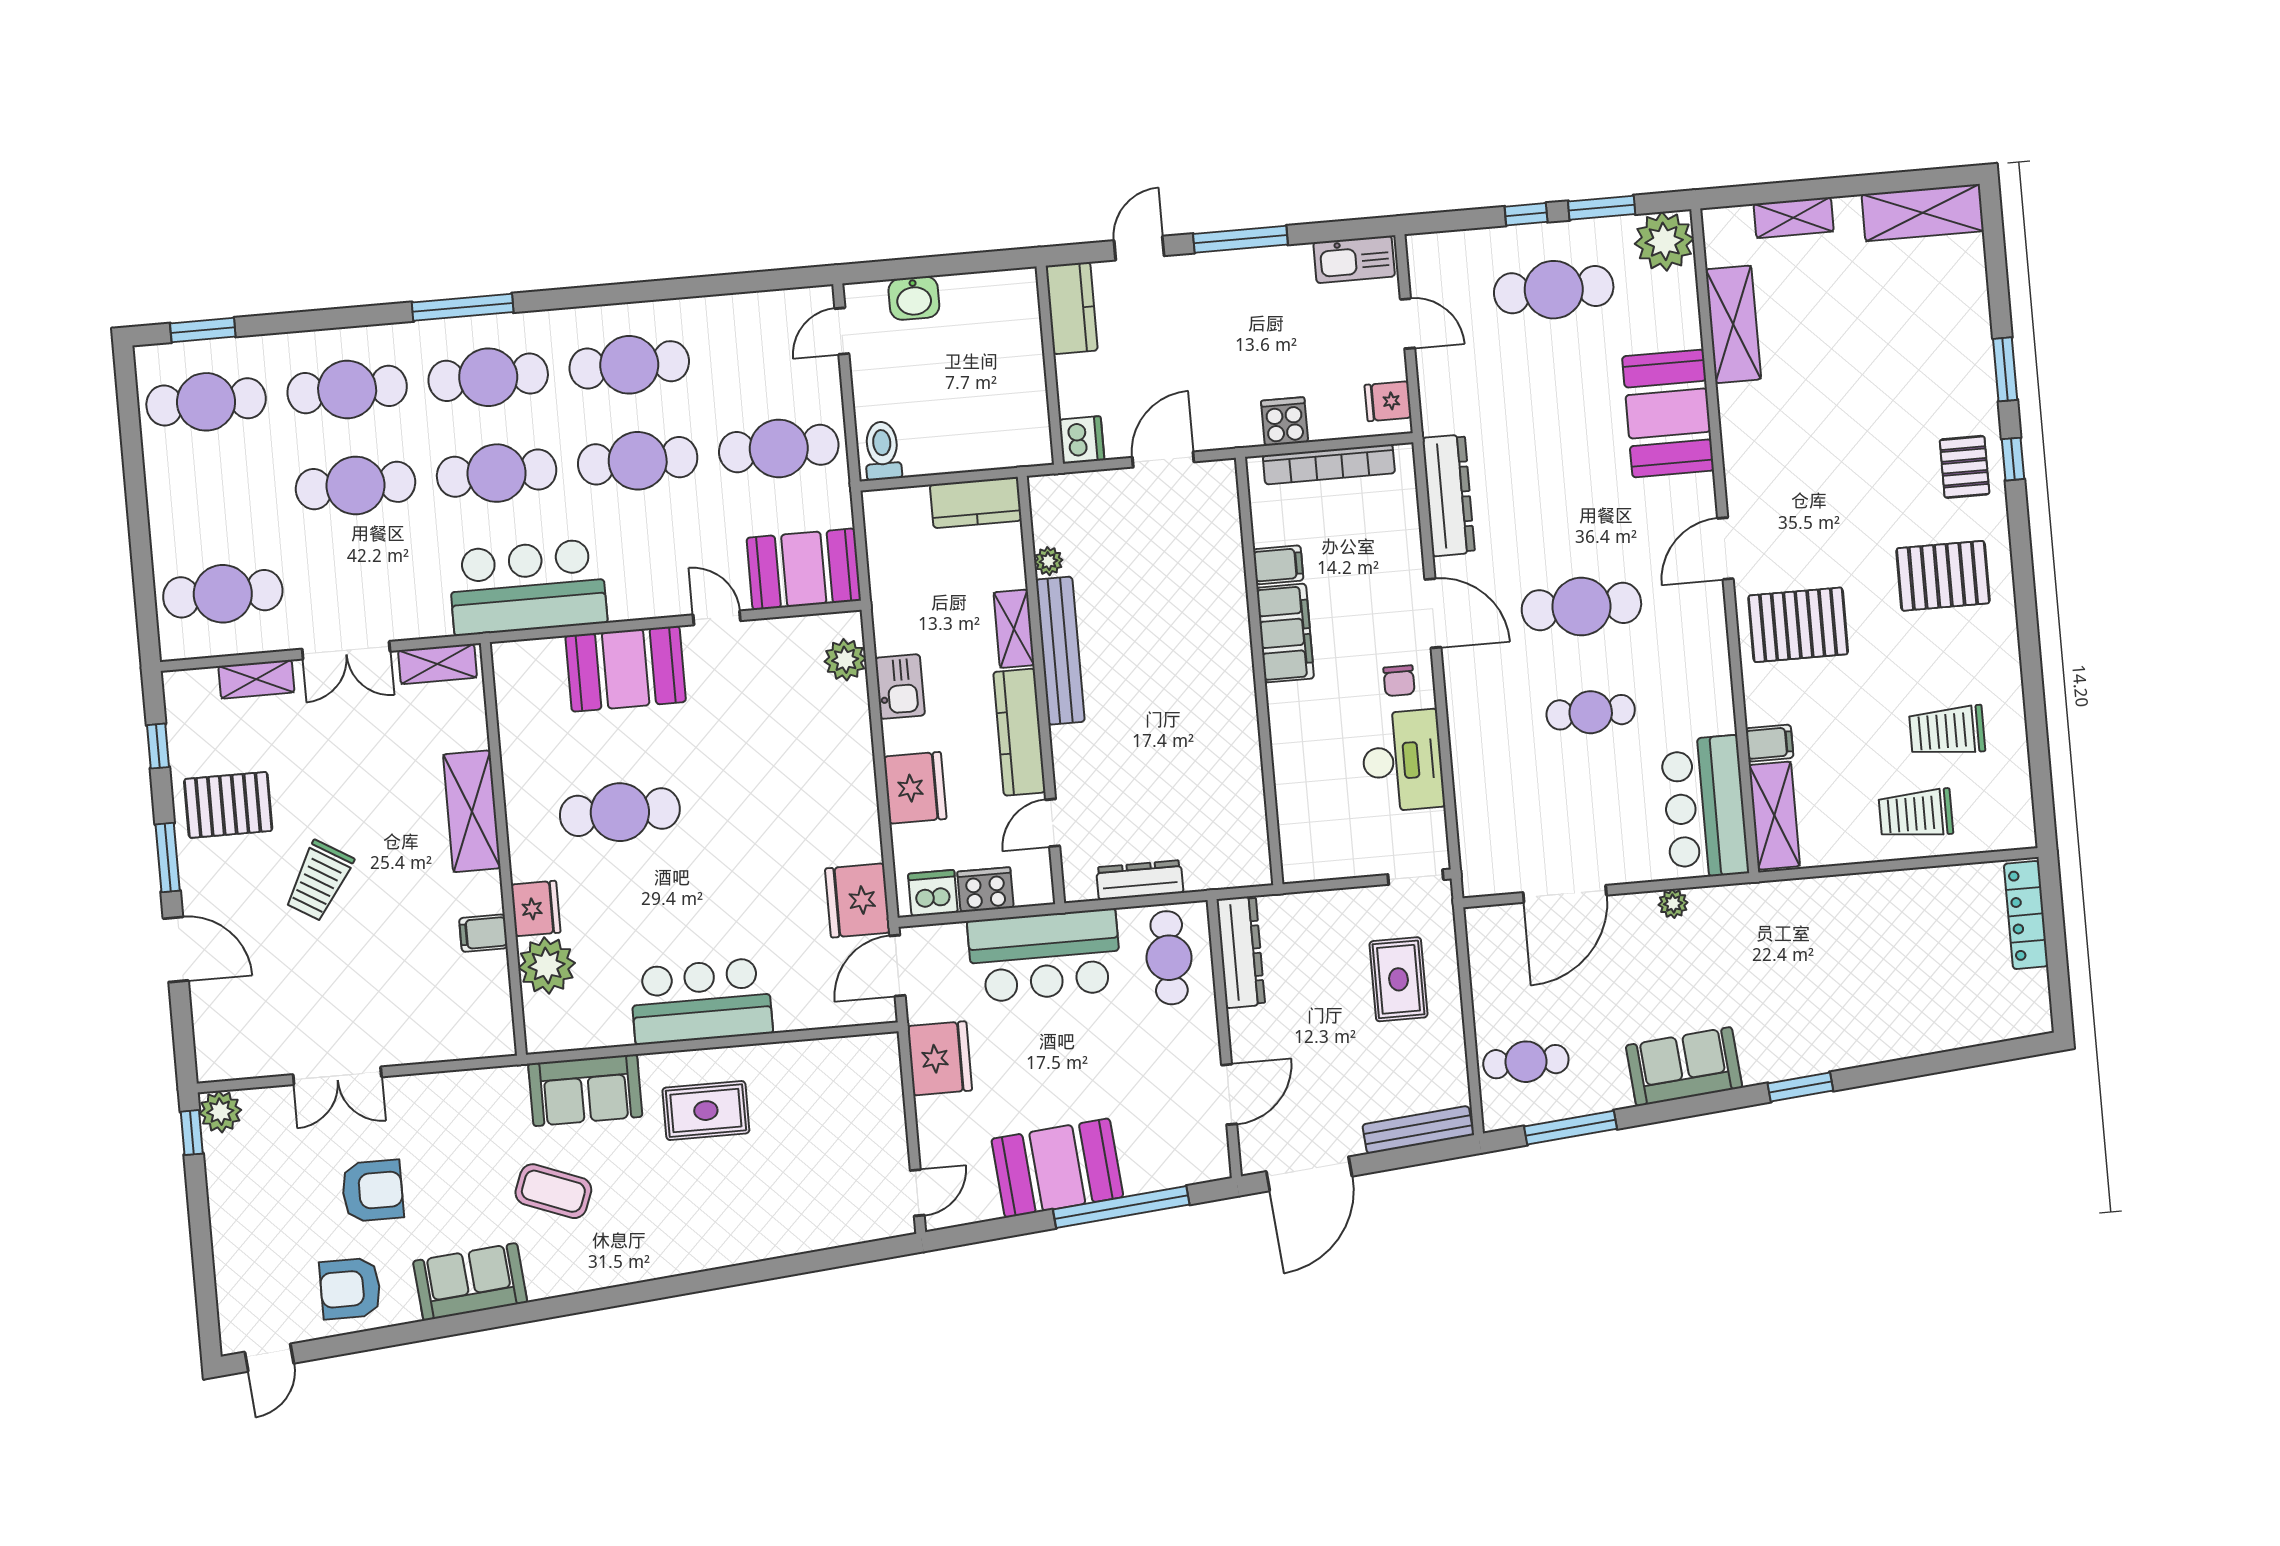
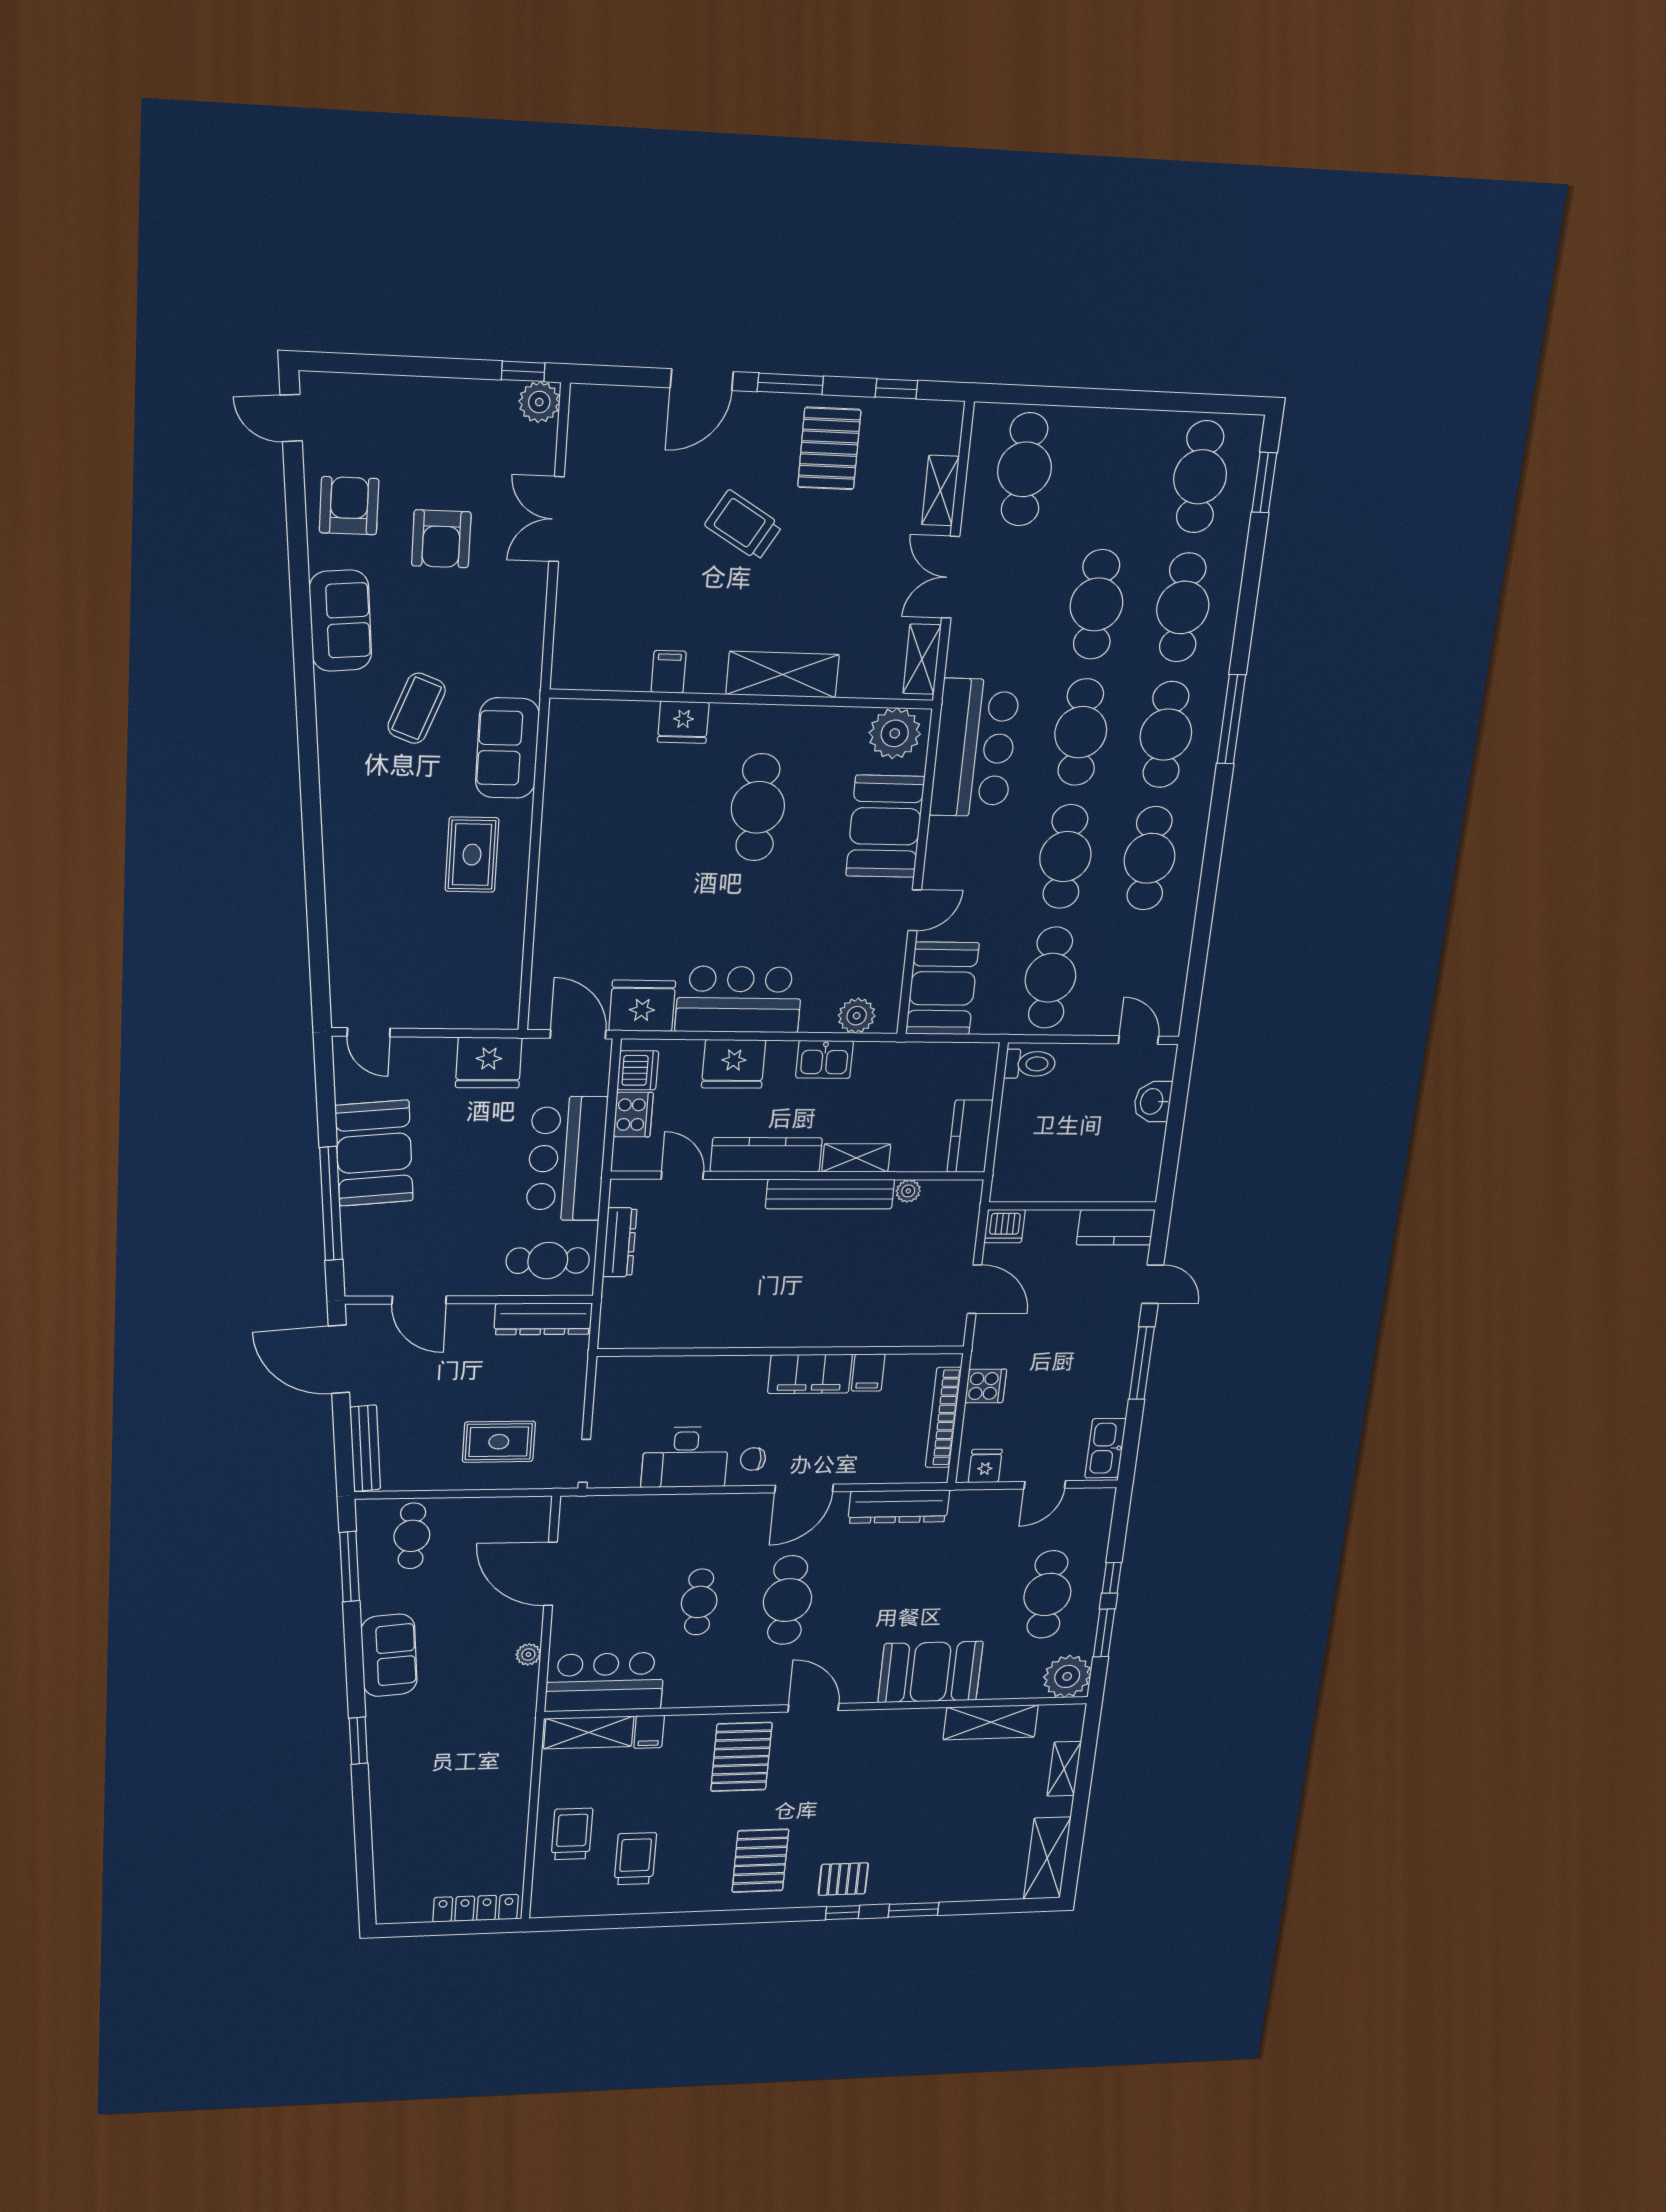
plant: (547, 965) -> (895, 733), moved
bar counter: (701, 1001) -> (739, 1000), moved, turned -90

